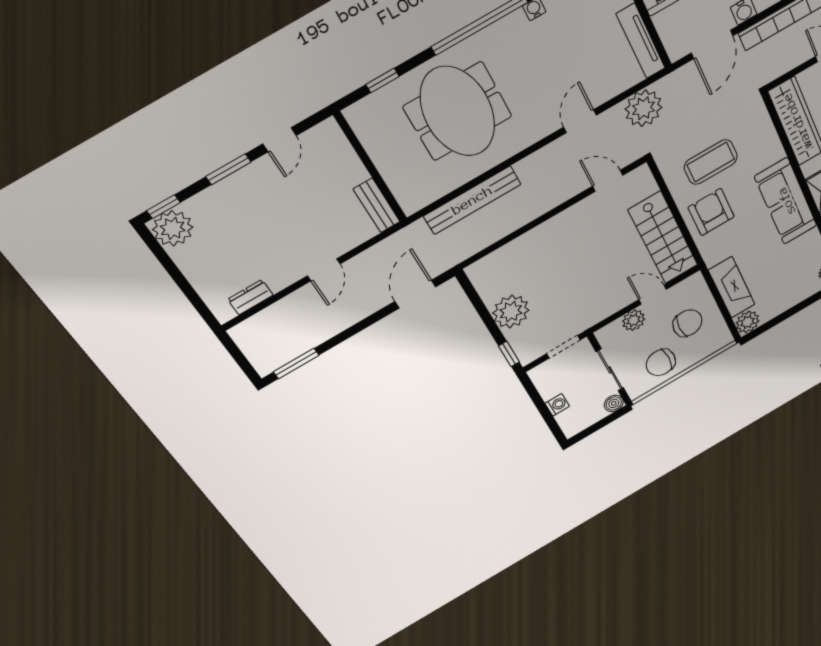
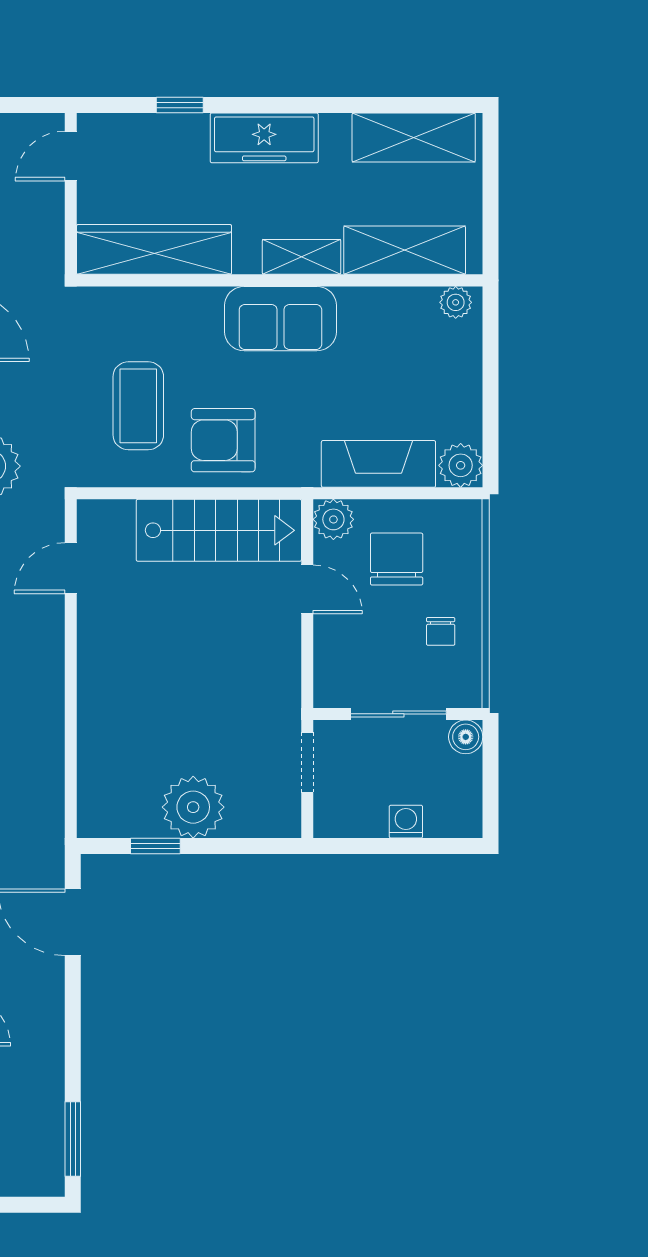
sofa: (786, 201) -> (280, 319), width x0.73
door: (652, 294) -> (307, 589), swing flipped
plant: (634, 320) -> (333, 519), moved
window: (509, 354) -> (155, 846), moved
chair: (661, 362) -> (441, 631), width x0.54, depth x0.54

